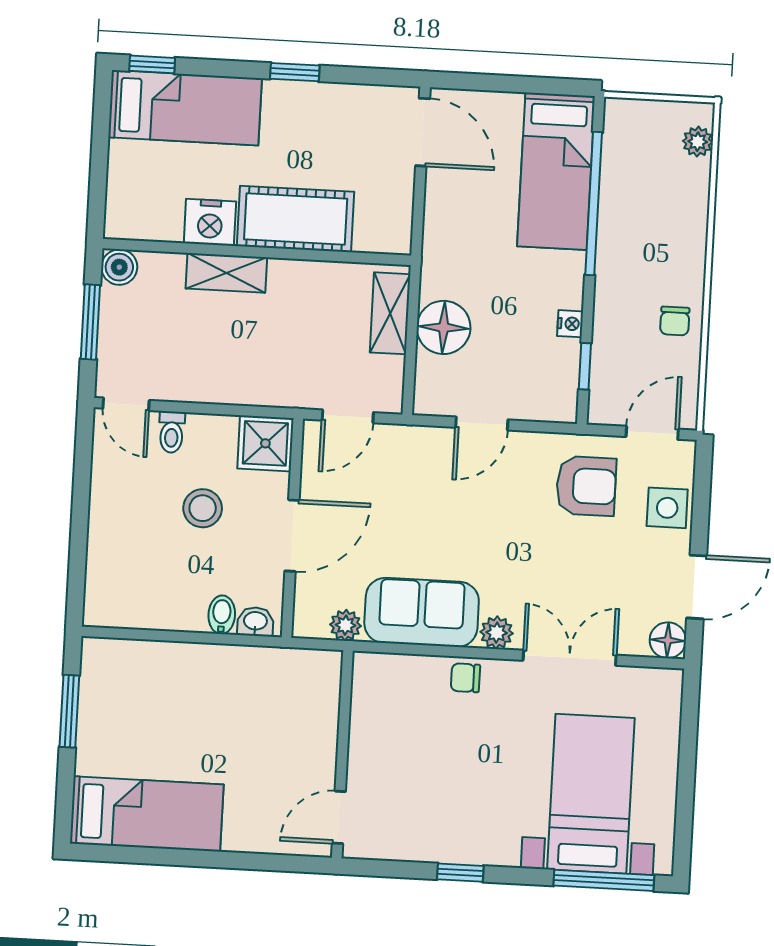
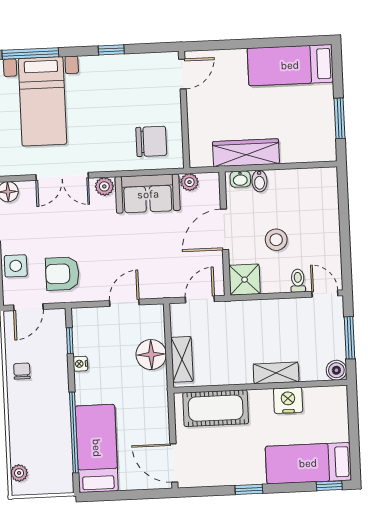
cot: (296, 219) -> (216, 408), moved
wardrobe: (241, 667) -> (246, 153), added
chair: (465, 678) -> (151, 141), moved, width x1.87, depth x1.87

